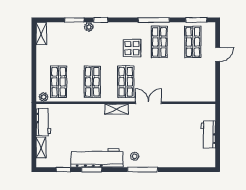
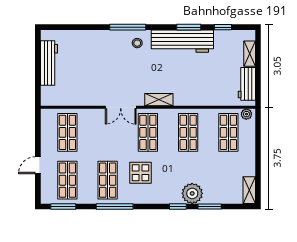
plant: (89, 27) -> (192, 193), width x1.88, depth x1.88
shop shelf: (193, 82) -> (67, 132), added
workbench: (208, 135) -> (49, 63), width x1.38

